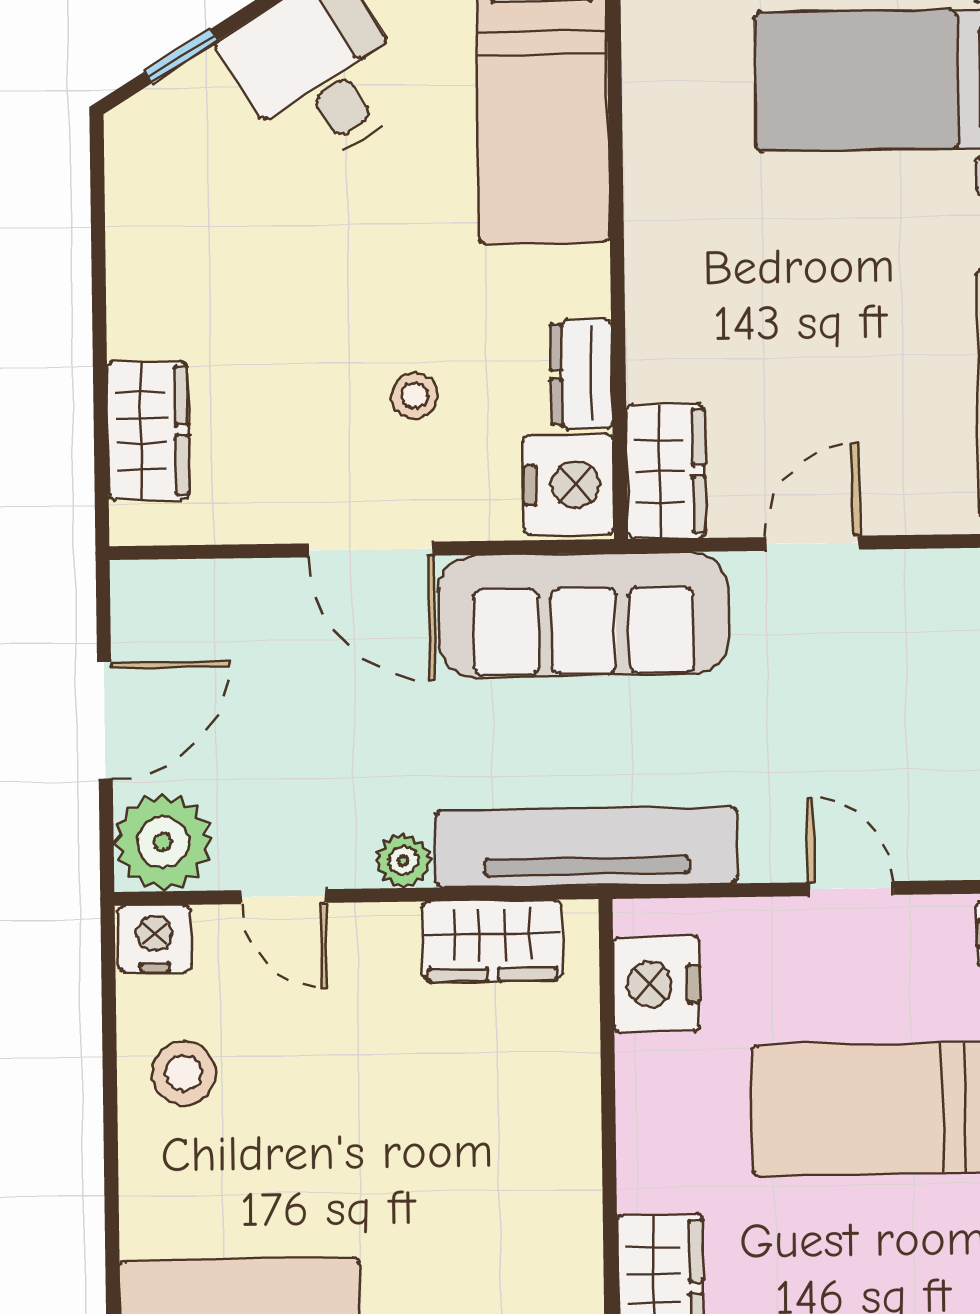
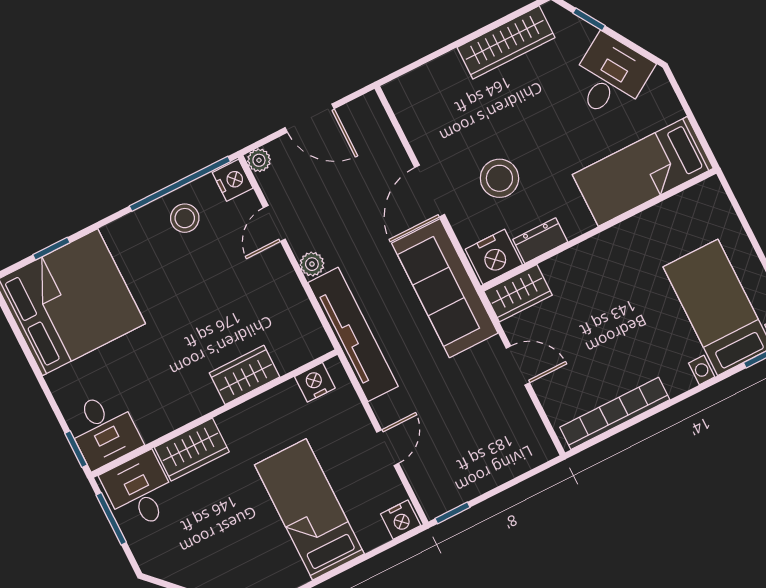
stool: (415, 395) -> (499, 178), width x1.89, depth x1.89
wardrobe: (148, 431) -> (506, 42), moved, width x1.50
plant: (163, 842) -> (259, 160), width x0.53, depth x0.53
wardrobe: (492, 941) -> (244, 375), moved, turned 90
nightstand: (657, 984) -> (315, 382), width x0.74, depth x0.75
window: (109, 1049) -> (180, 184), added

